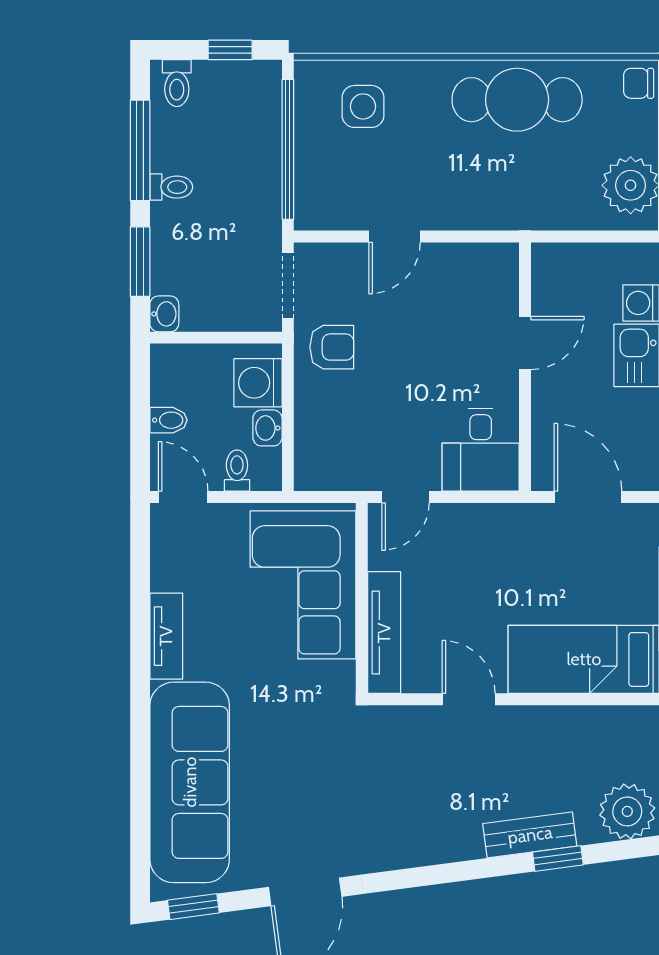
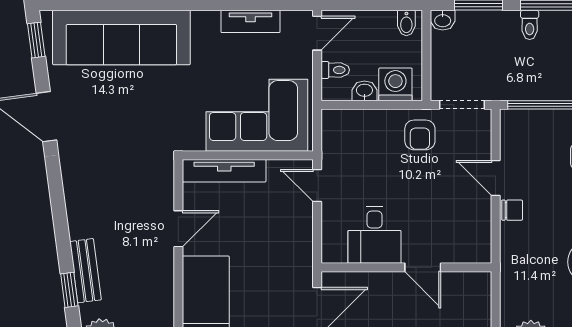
chair: (441, 213) -> (512, 210), added
bidet: (169, 420) -> (406, 23), moved
desk: (481, 450) -> (374, 235), moved, turned -90
tv unit: (166, 636) -> (250, 21), moved

